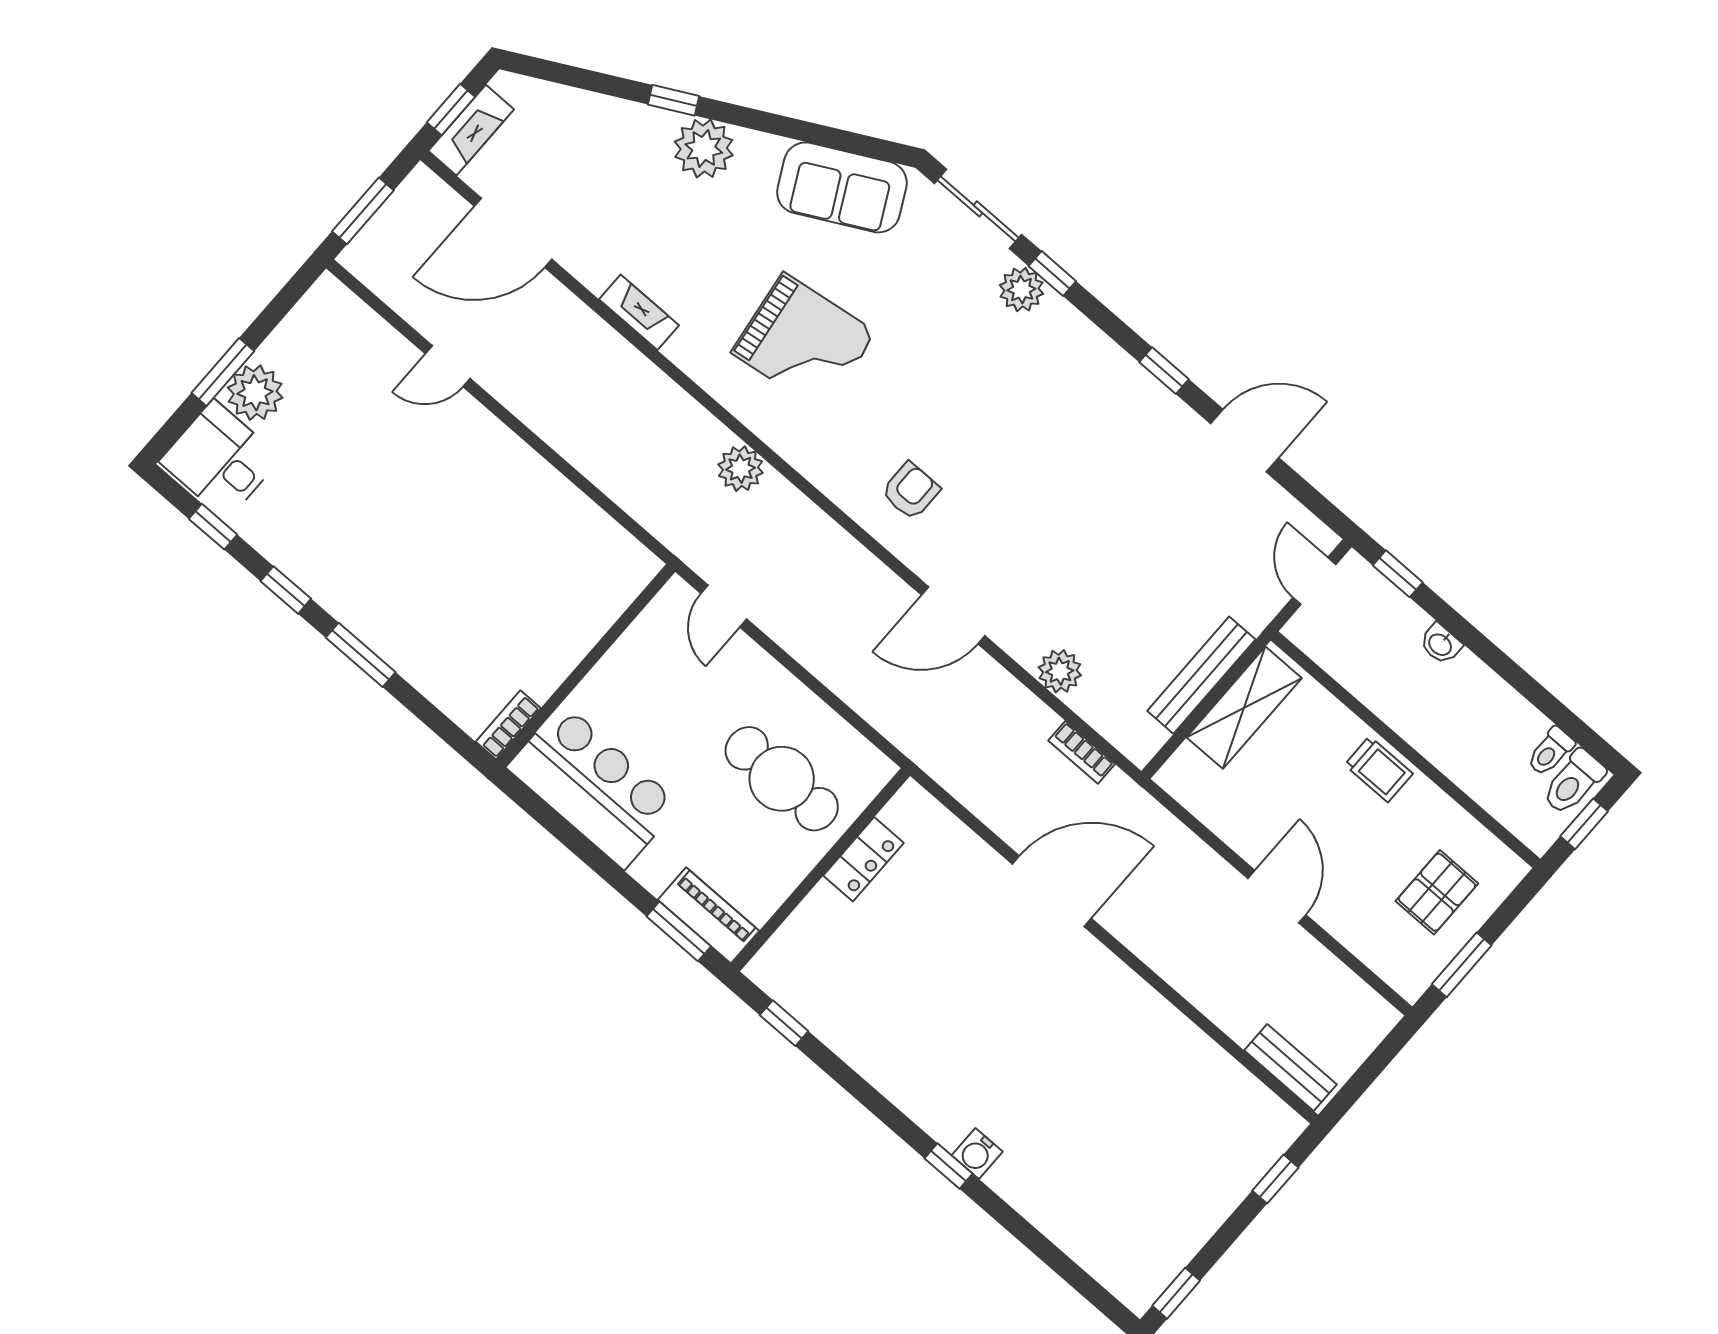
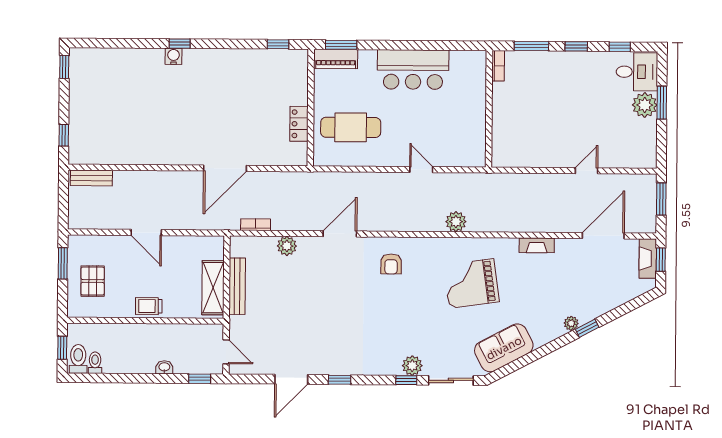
plant: (704, 148) -> (571, 323), width x0.53, depth x0.53
wall: (586, 666) -> (489, 109), moved
bookcase: (508, 725) -> (498, 66), moved

